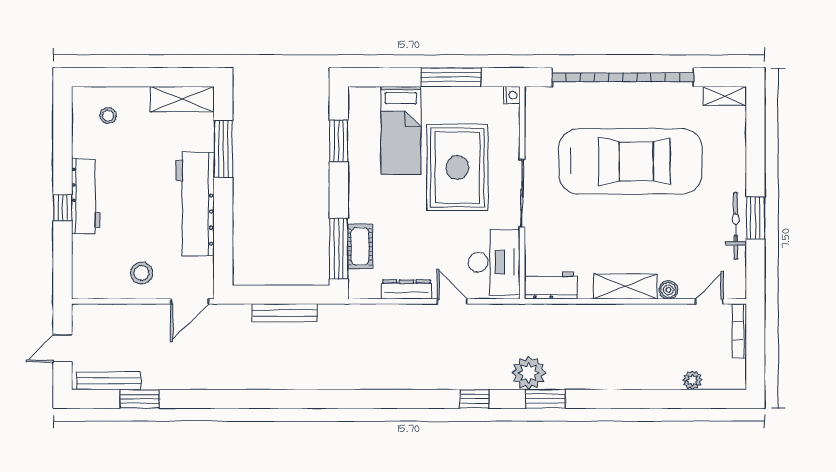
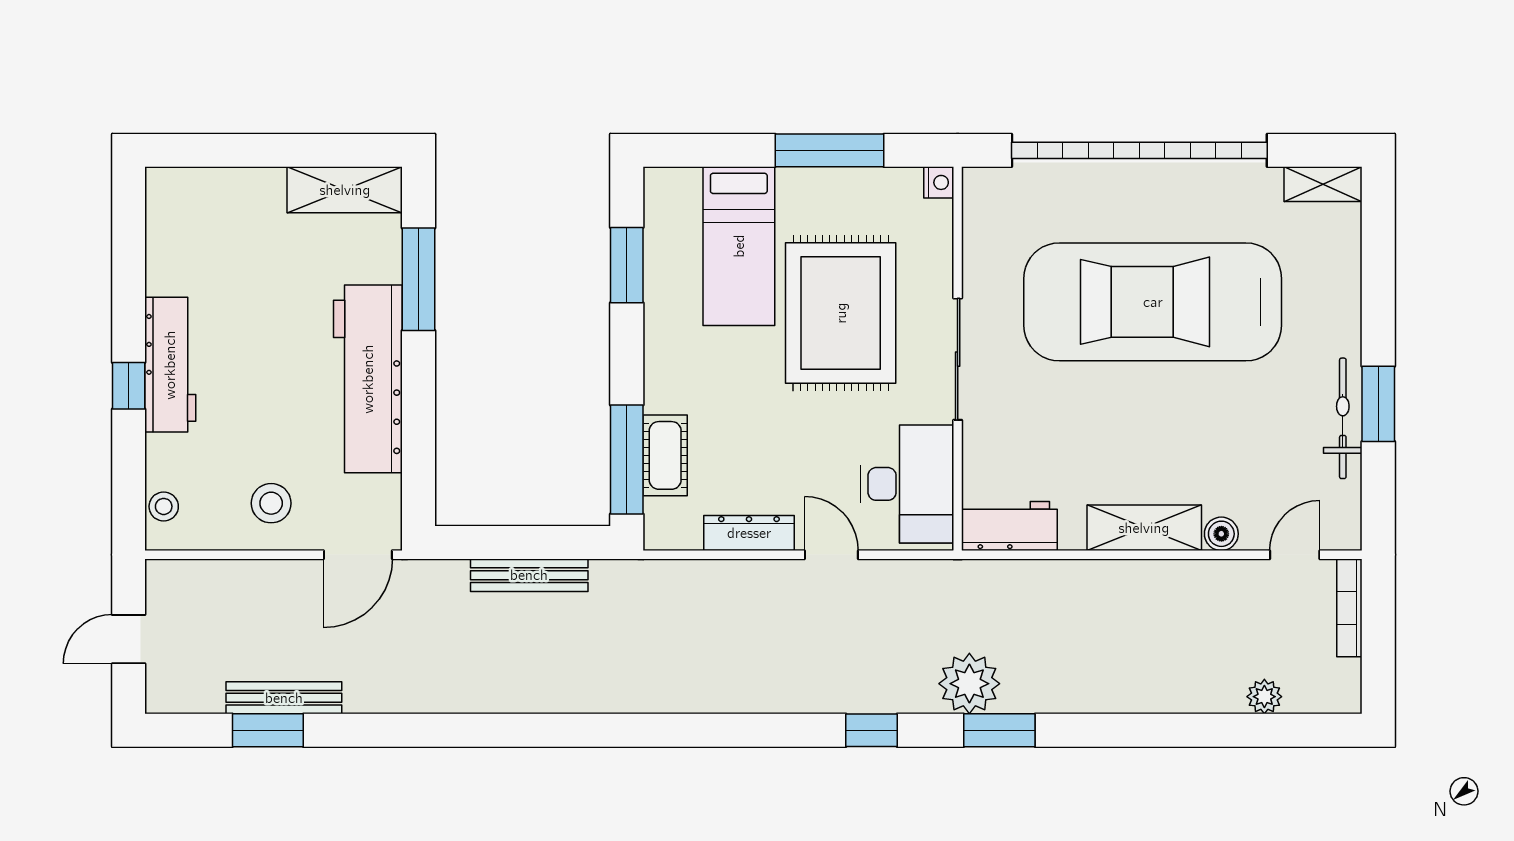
stool: (108, 116) -> (164, 506), moved
car: (630, 161) -> (1153, 302), turned 180
bench: (109, 381) -> (284, 698), moved

